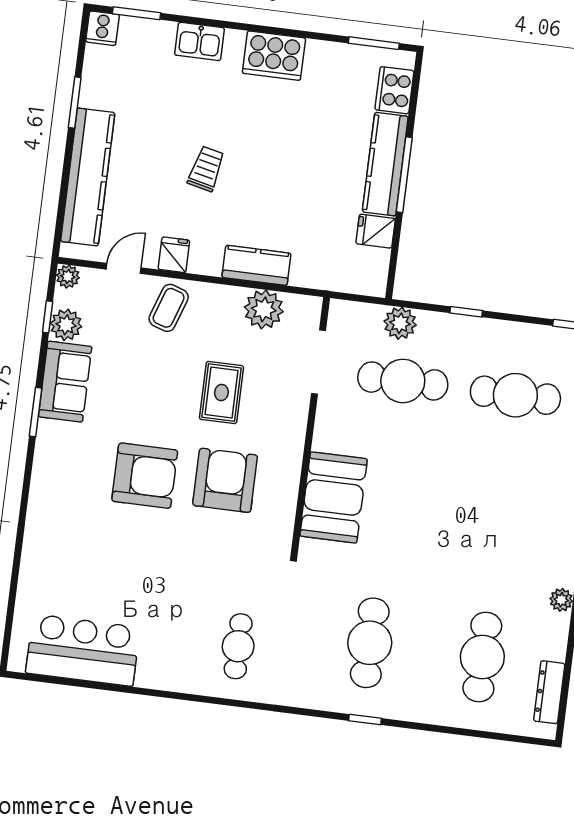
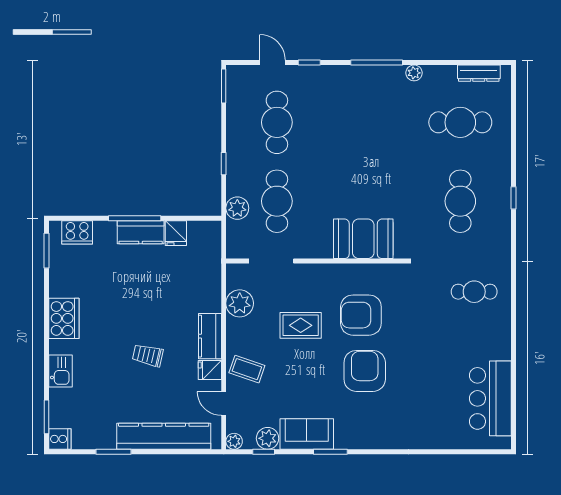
kitchen counter: (385, 164) -> (141, 232), width x0.67
kitchen counter: (256, 265) -> (210, 336), moved
cafe table: (370, 643) -> (460, 201), turned 90

